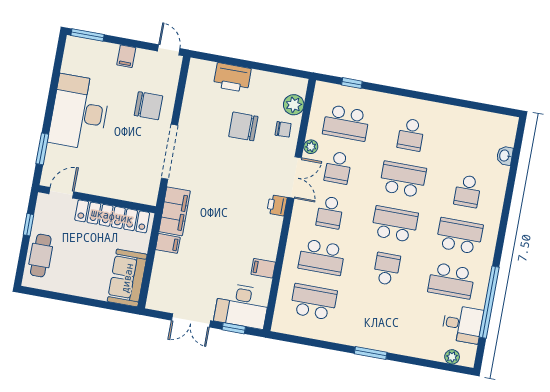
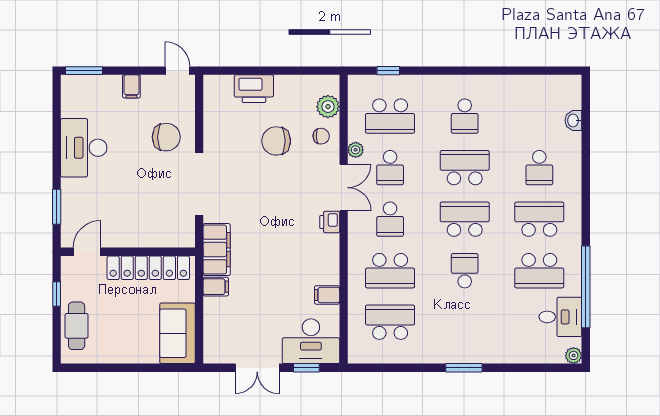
desk: (79, 112) -> (84, 148), width x0.73, depth x0.77
plant: (452, 357) -> (574, 355), moved

